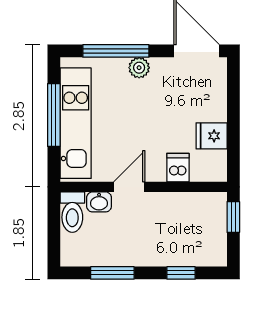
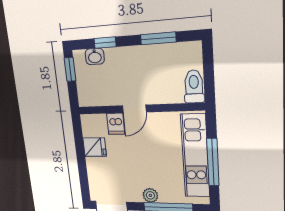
door: (129, 187) -> (134, 109), moved
washbasin: (99, 202) -> (95, 56), moved, turned 180
window: (233, 217) -> (70, 69), moved

